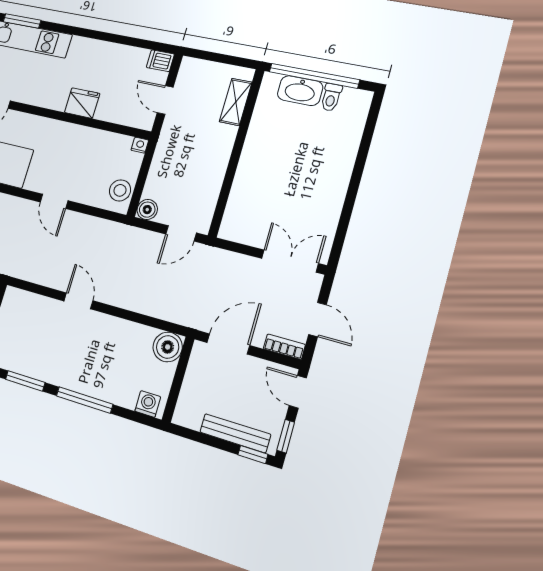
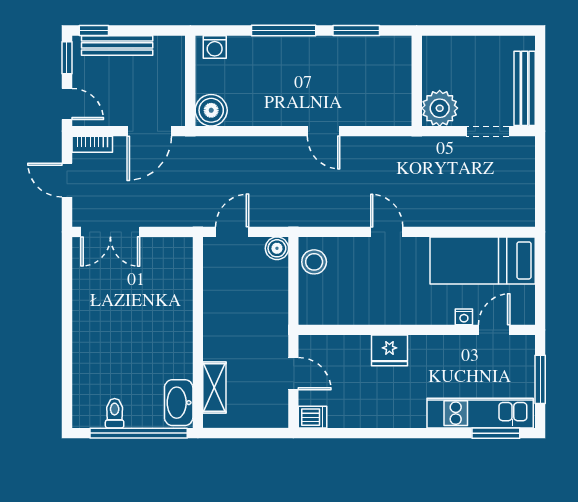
washbasin: (300, 91) -> (179, 403), moved, turned -90
nightstand: (140, 145) -> (464, 317), moved

